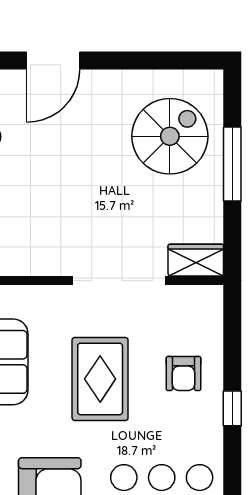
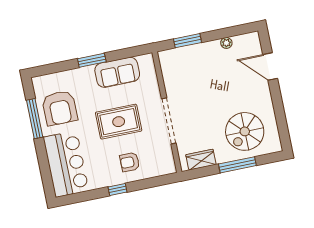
spiral stairs: (170, 136) -> (245, 131), turned 90
wardrobe: (196, 260) -> (201, 160), moved, turned -90

